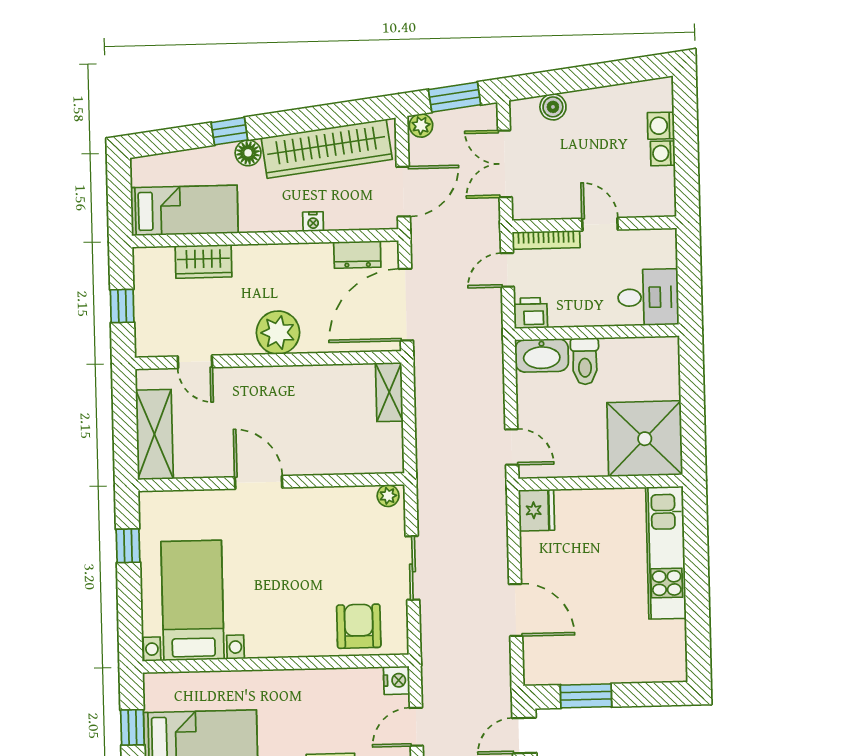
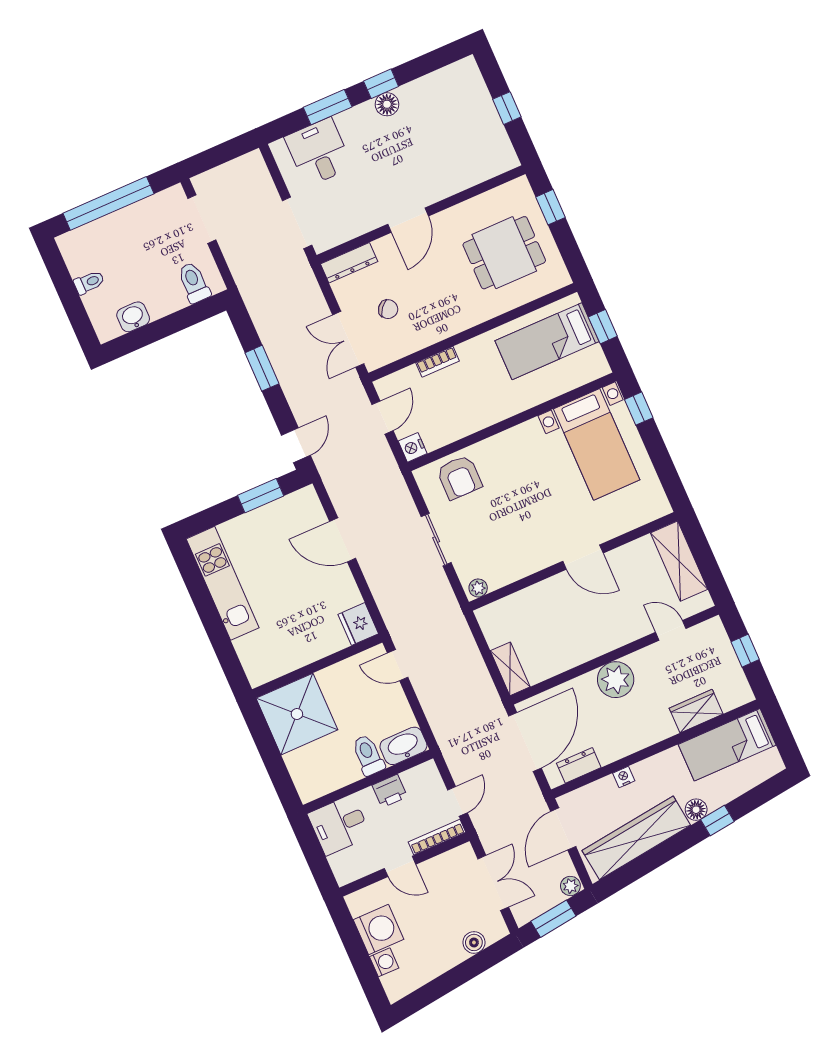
washing machine: (663, 153) -> (379, 929), width x1.89, depth x1.89
printer: (531, 313) -> (390, 791), moved
window: (128, 546) -> (639, 409), moved
kitchen unit: (666, 553) -> (223, 583), moved

